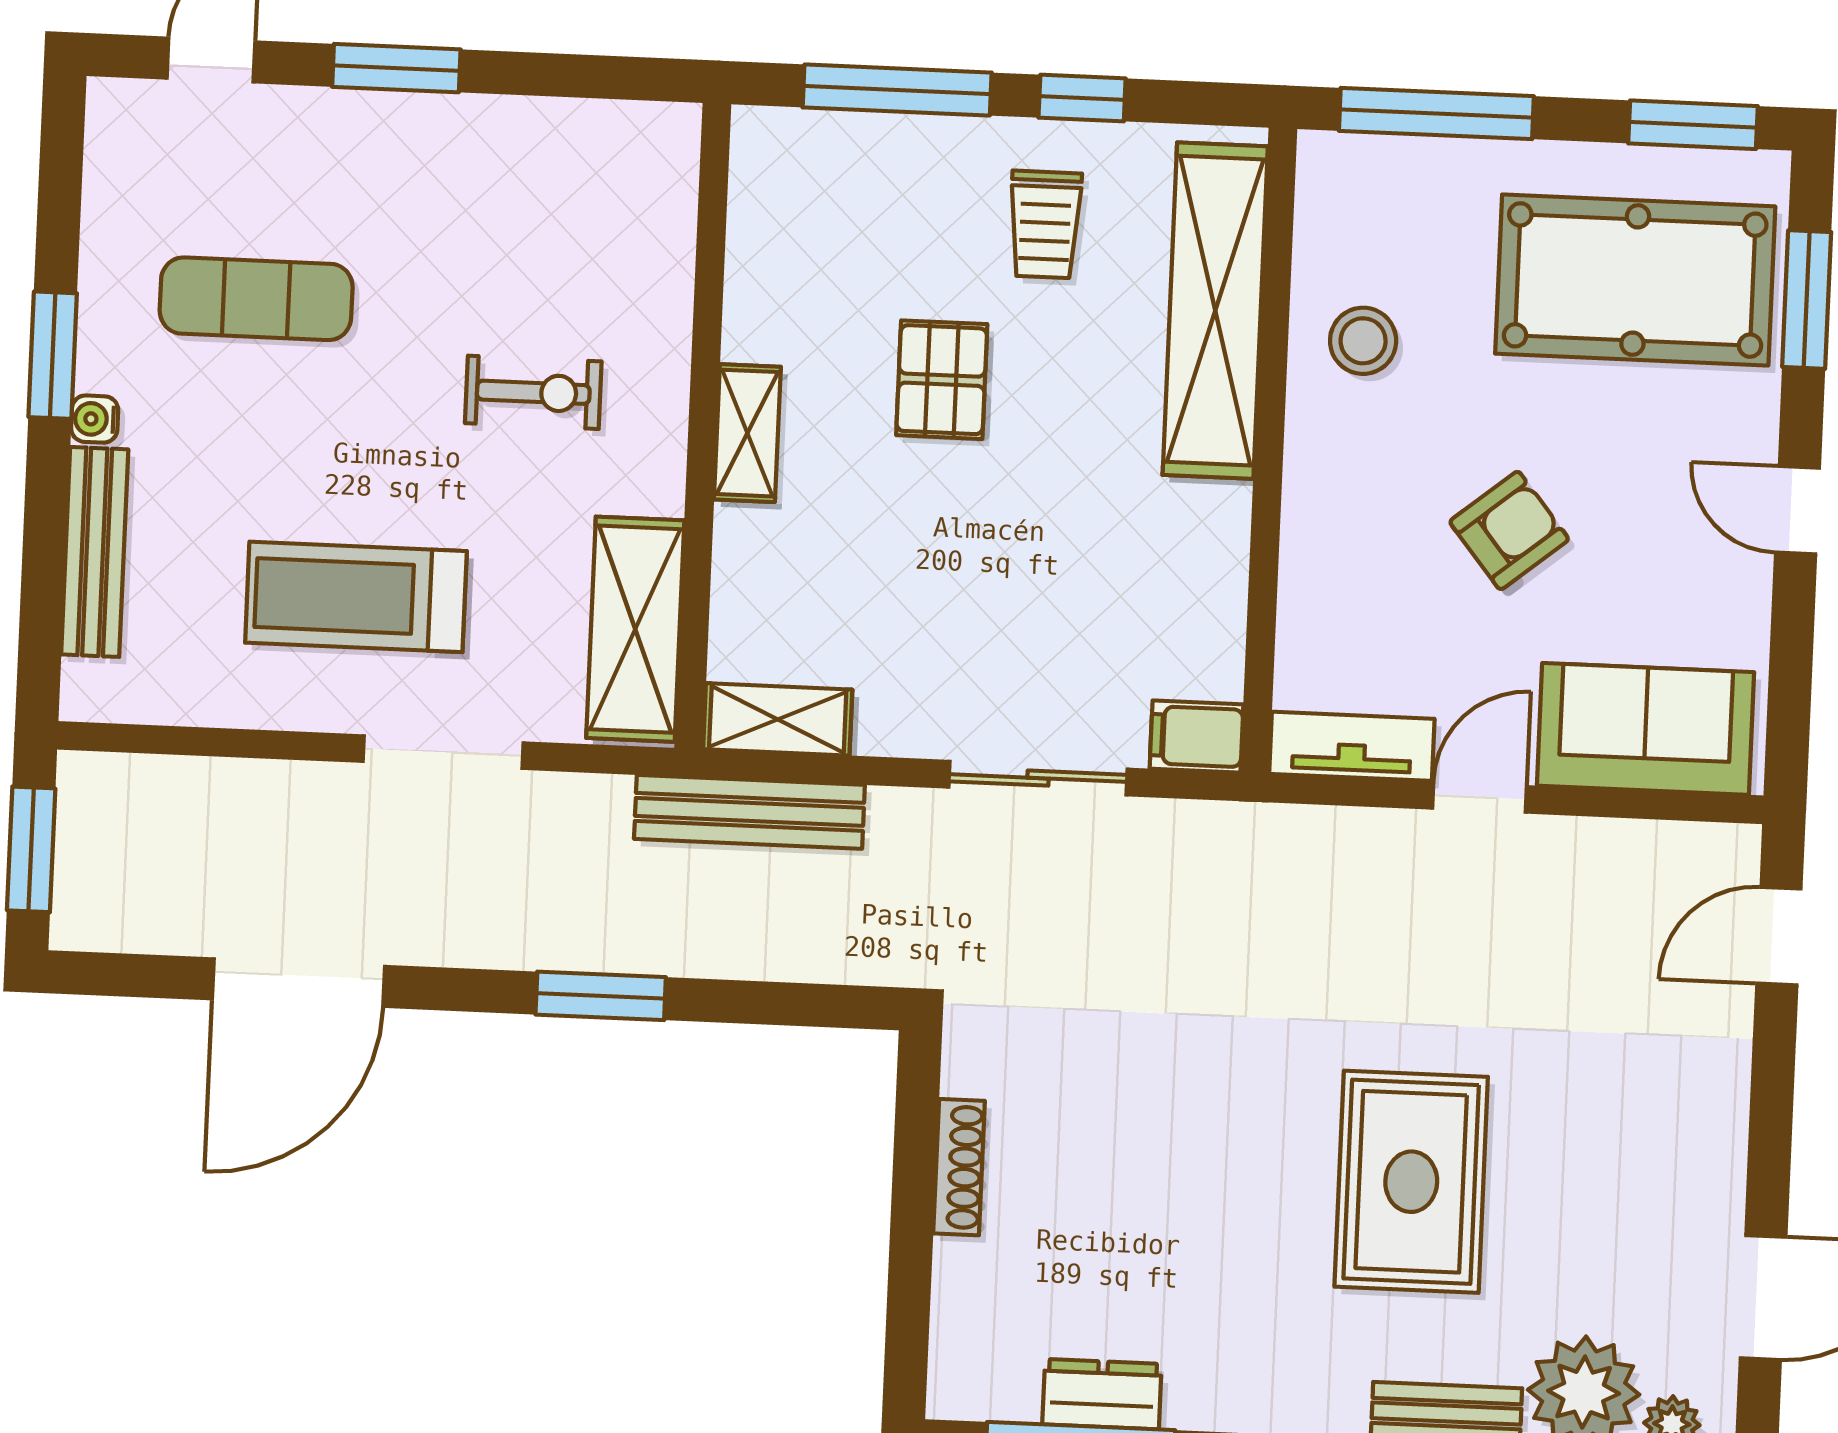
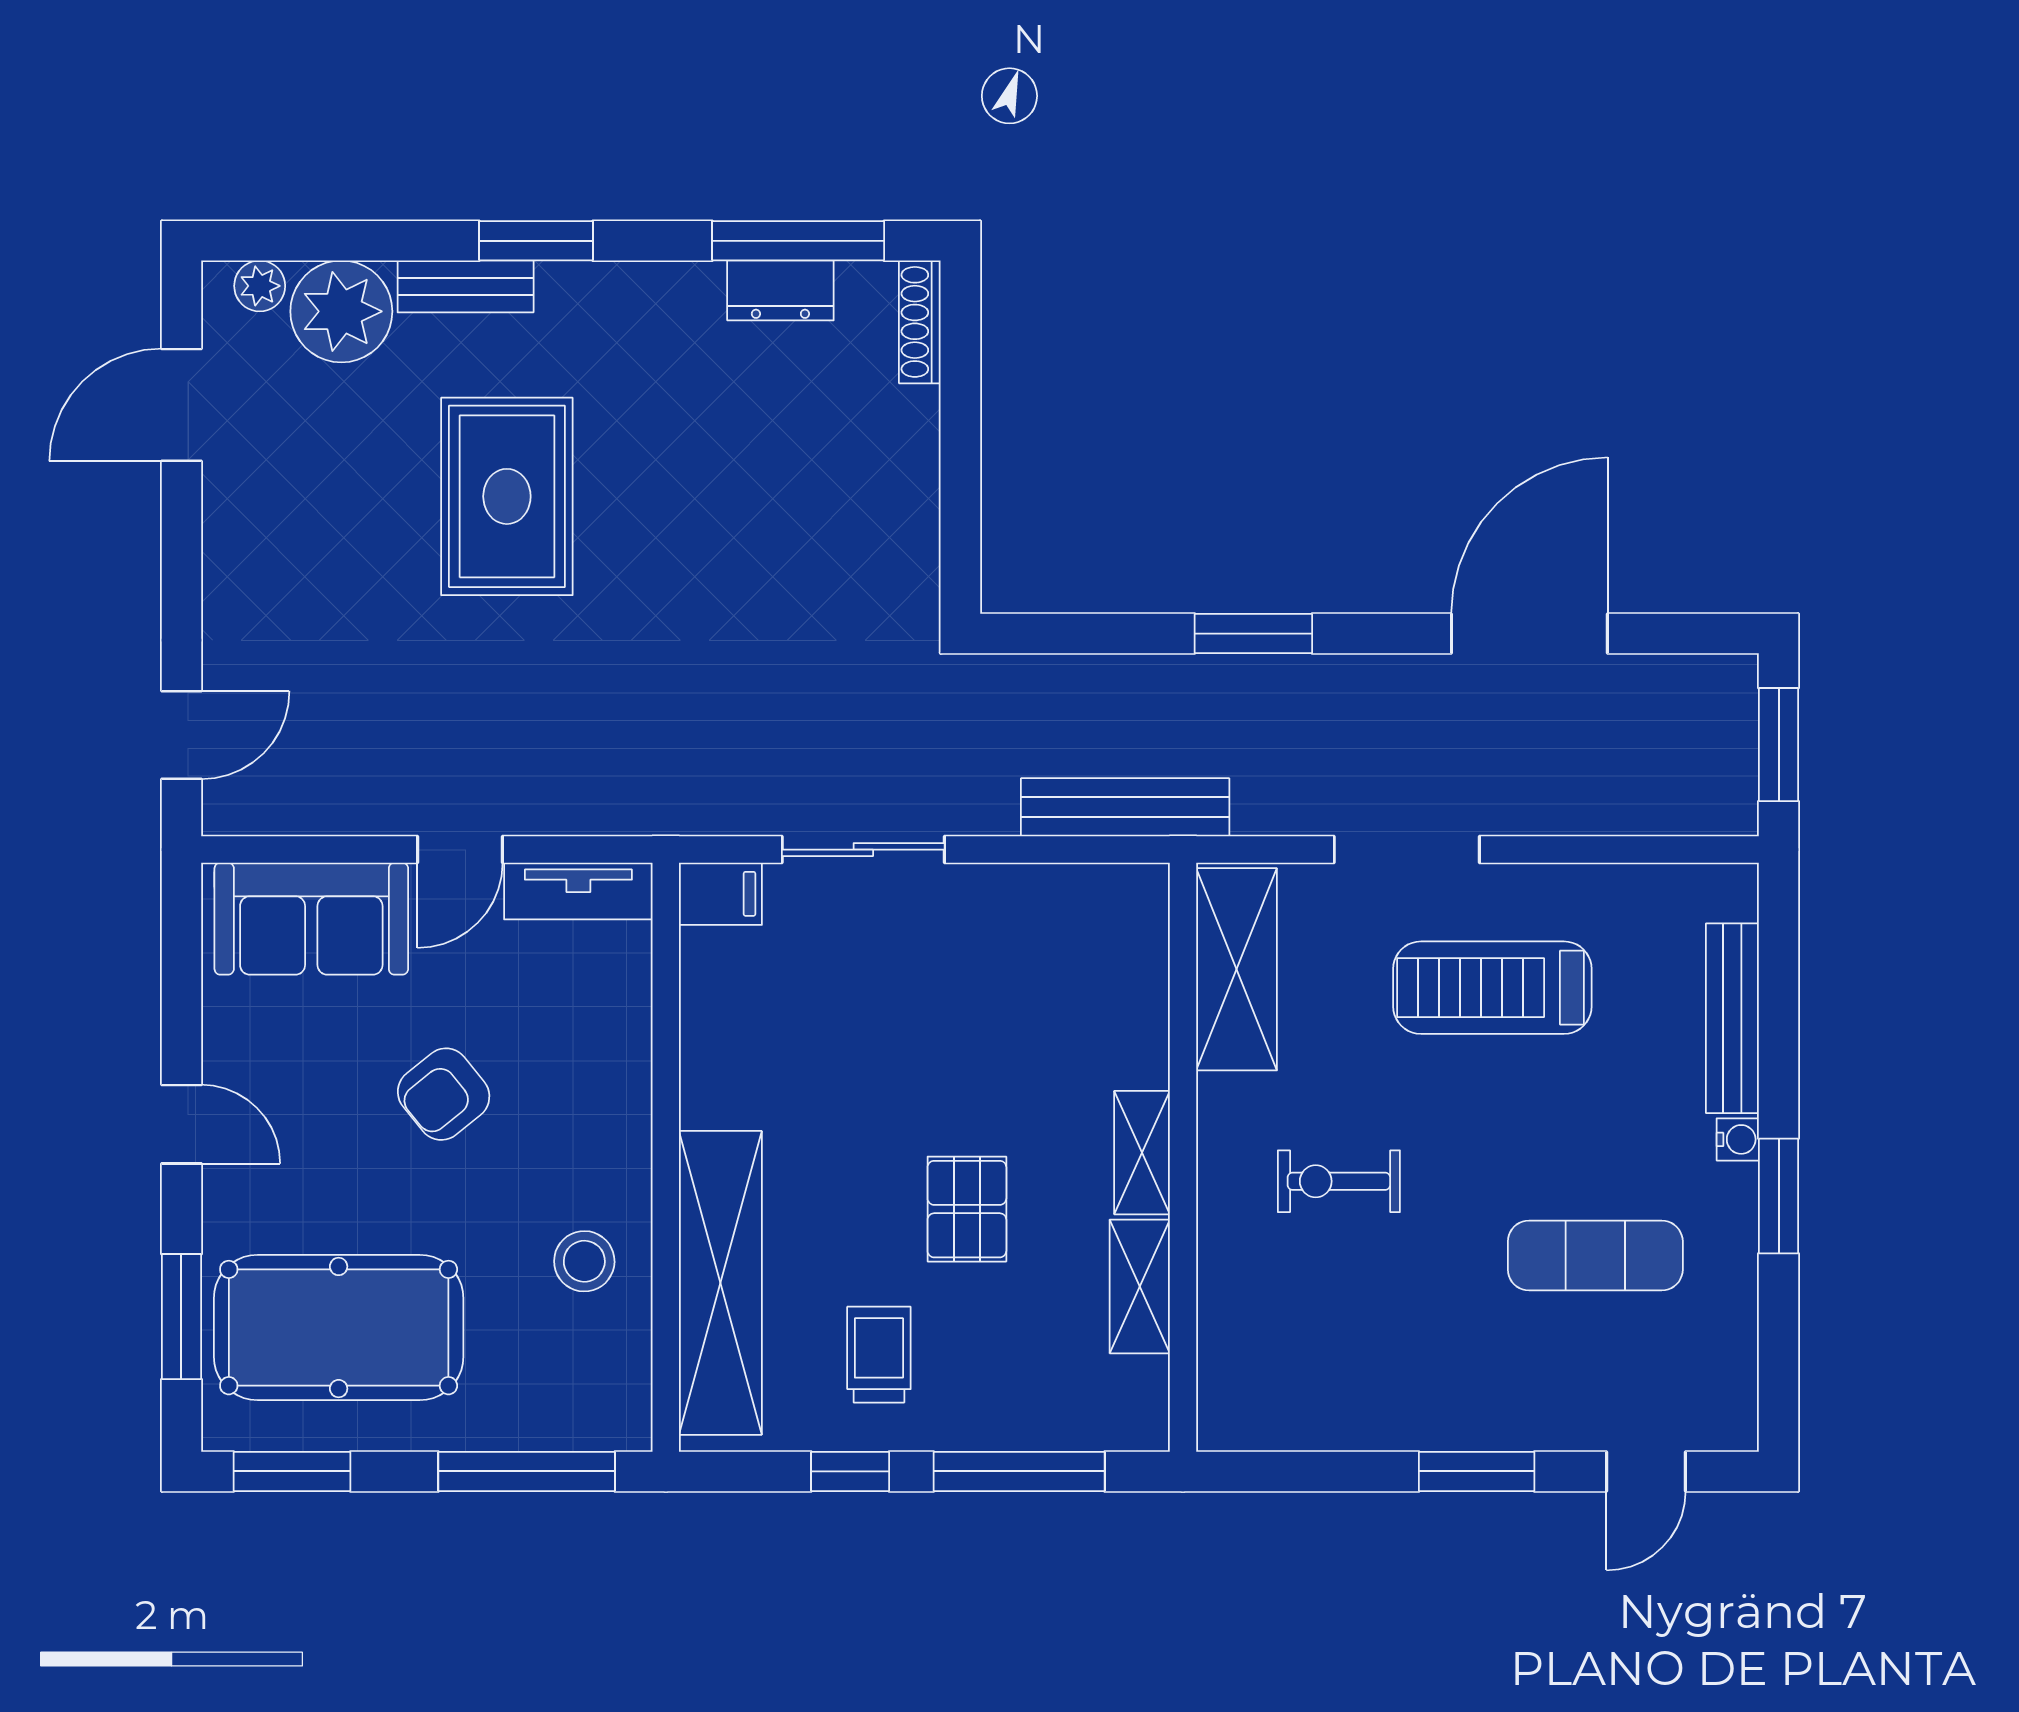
treadmill: (356, 597) -> (1492, 988), turned 180
shelving: (778, 719) -> (1140, 1286), moved, turned 90
shoe rack: (959, 1167) -> (920, 322), moved

